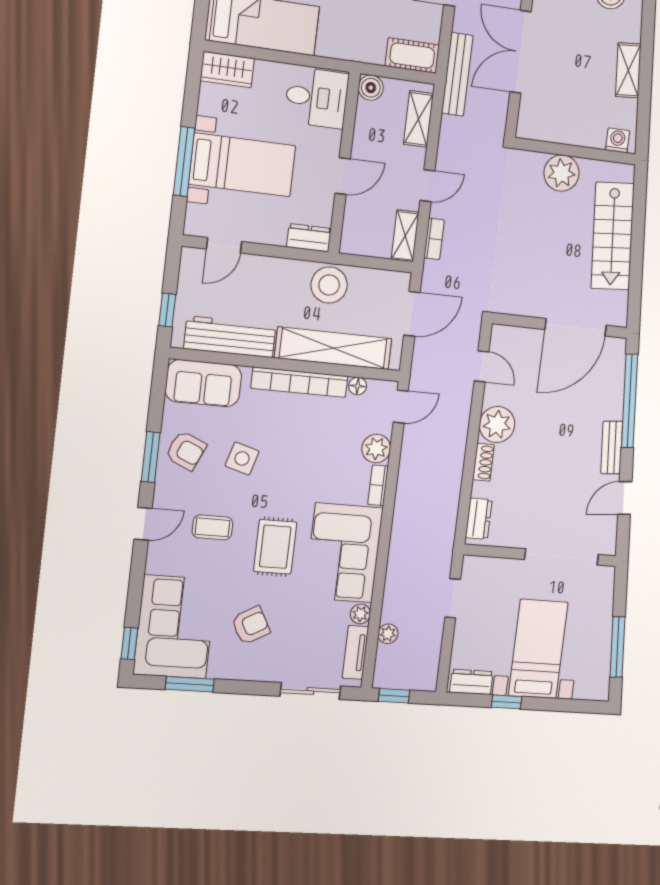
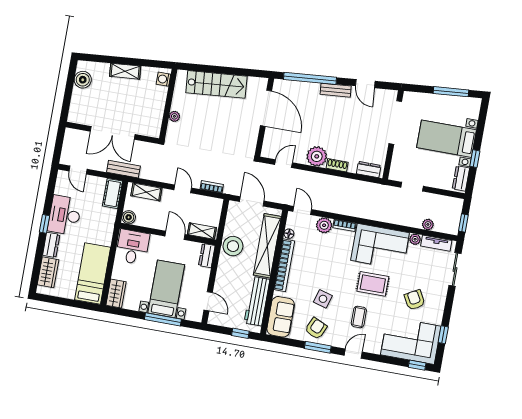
bench: (457, 74) -> (123, 169), width x0.73
plant: (561, 173) -> (174, 116), width x0.53, depth x0.53
shelving: (405, 236) -> (202, 231), moved
door: (143, 524) -> (353, 354), hinge flipped
window: (190, 684) -> (443, 335), width x0.67

